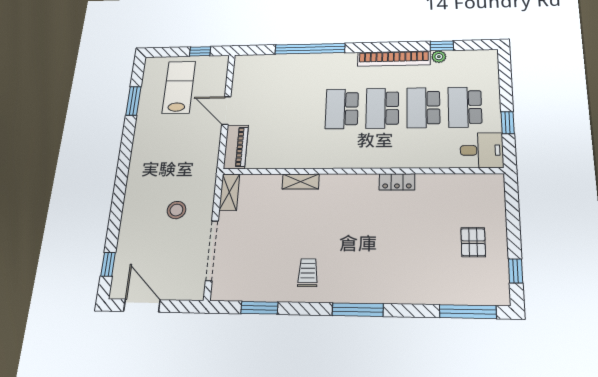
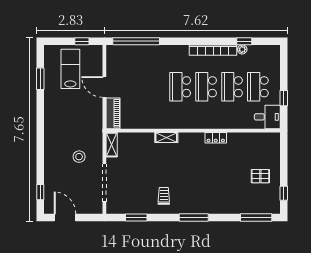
window: (310, 49) -> (136, 41), moved
shelving: (301, 181) -> (166, 137), moved
pallet: (473, 242) -> (260, 176), turned 90

